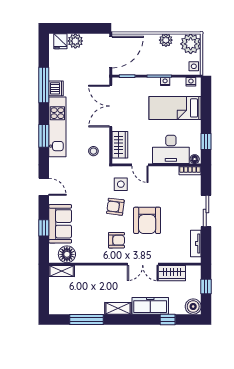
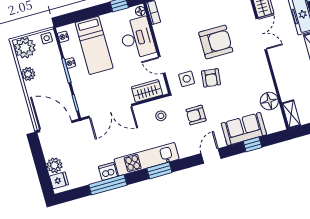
door: (140, 165) -> (162, 65), swing flipped
armchair: (116, 240) -> (196, 115), moved, turned -90
floor lamp: (67, 254) -> (269, 101), moved

